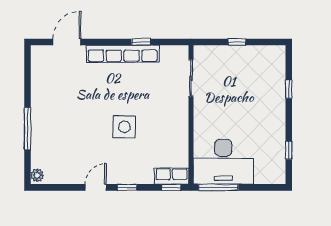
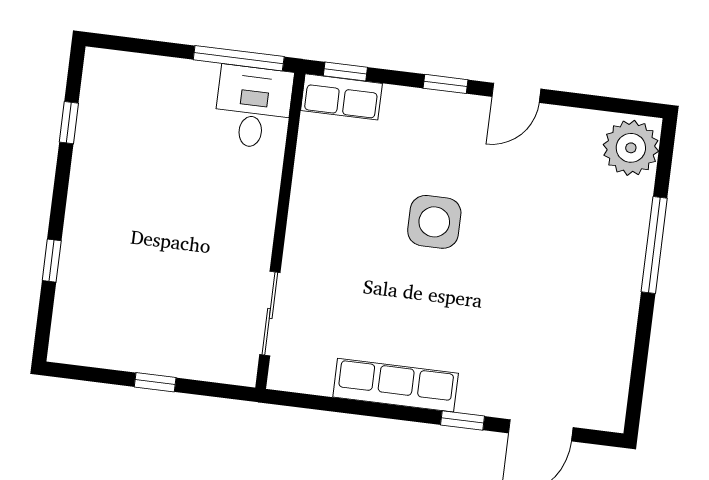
window: (141, 42) -> (463, 421), moved
row of seats: (123, 54) -> (396, 385), width x0.73
desk: (223, 162) -> (253, 107), width x0.53, depth x0.77
plant: (37, 175) -> (631, 148), width x1.88, depth x1.88

